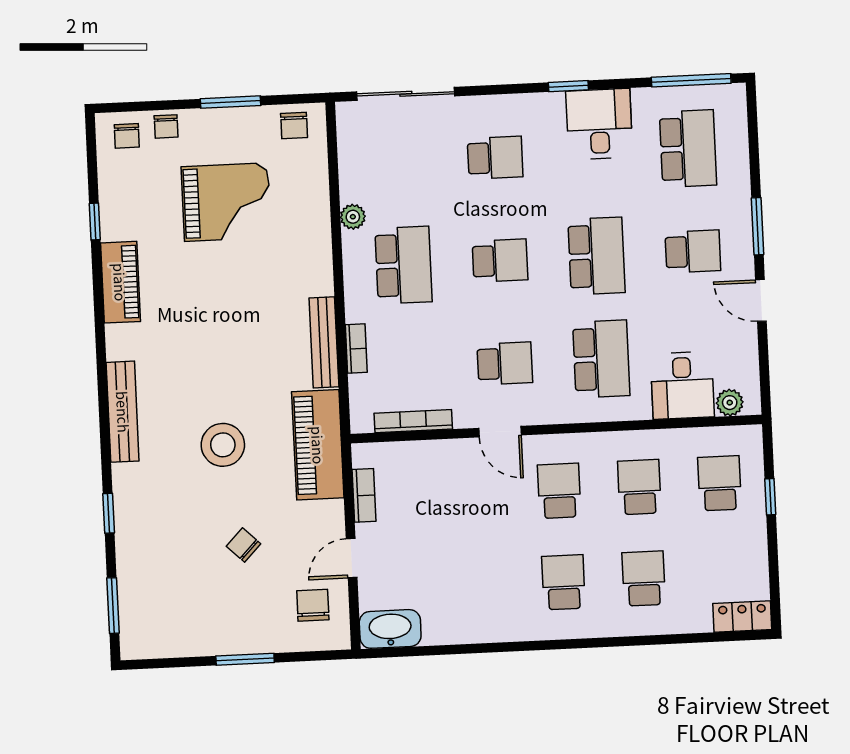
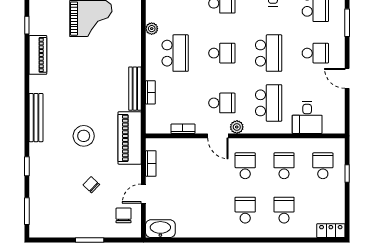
window: (757, 226) -> (347, 23), moved
plant: (730, 403) -> (237, 127), moved
bookcase: (413, 421) -> (183, 129), width x0.64

